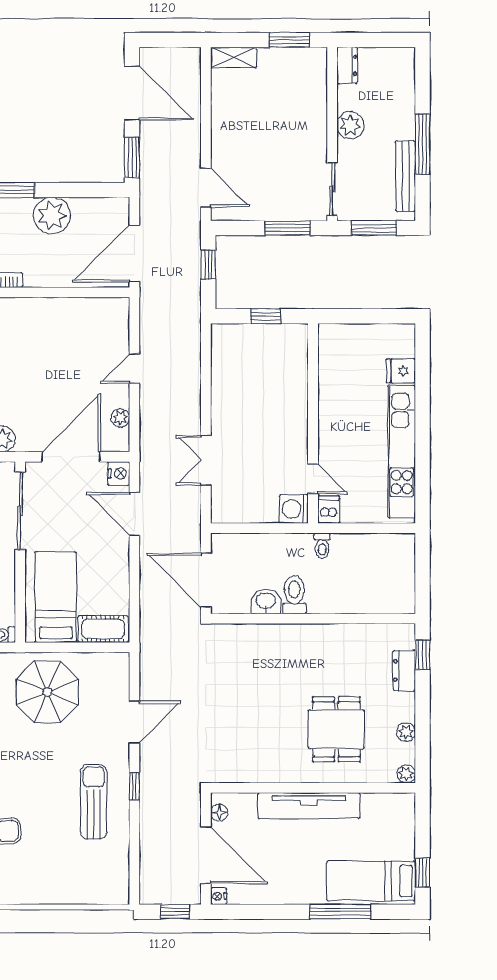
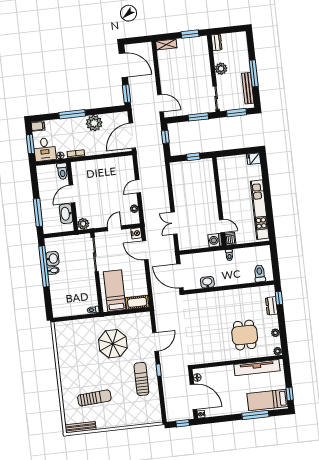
fridge: (401, 371) -> (254, 159), moved
door: (71, 457) -> (114, 228), width x0.53
toilet: (294, 595) -> (260, 273), moved
parasol: (47, 692) -> (113, 344), moved
tv unit: (309, 806) -> (257, 368), moved

